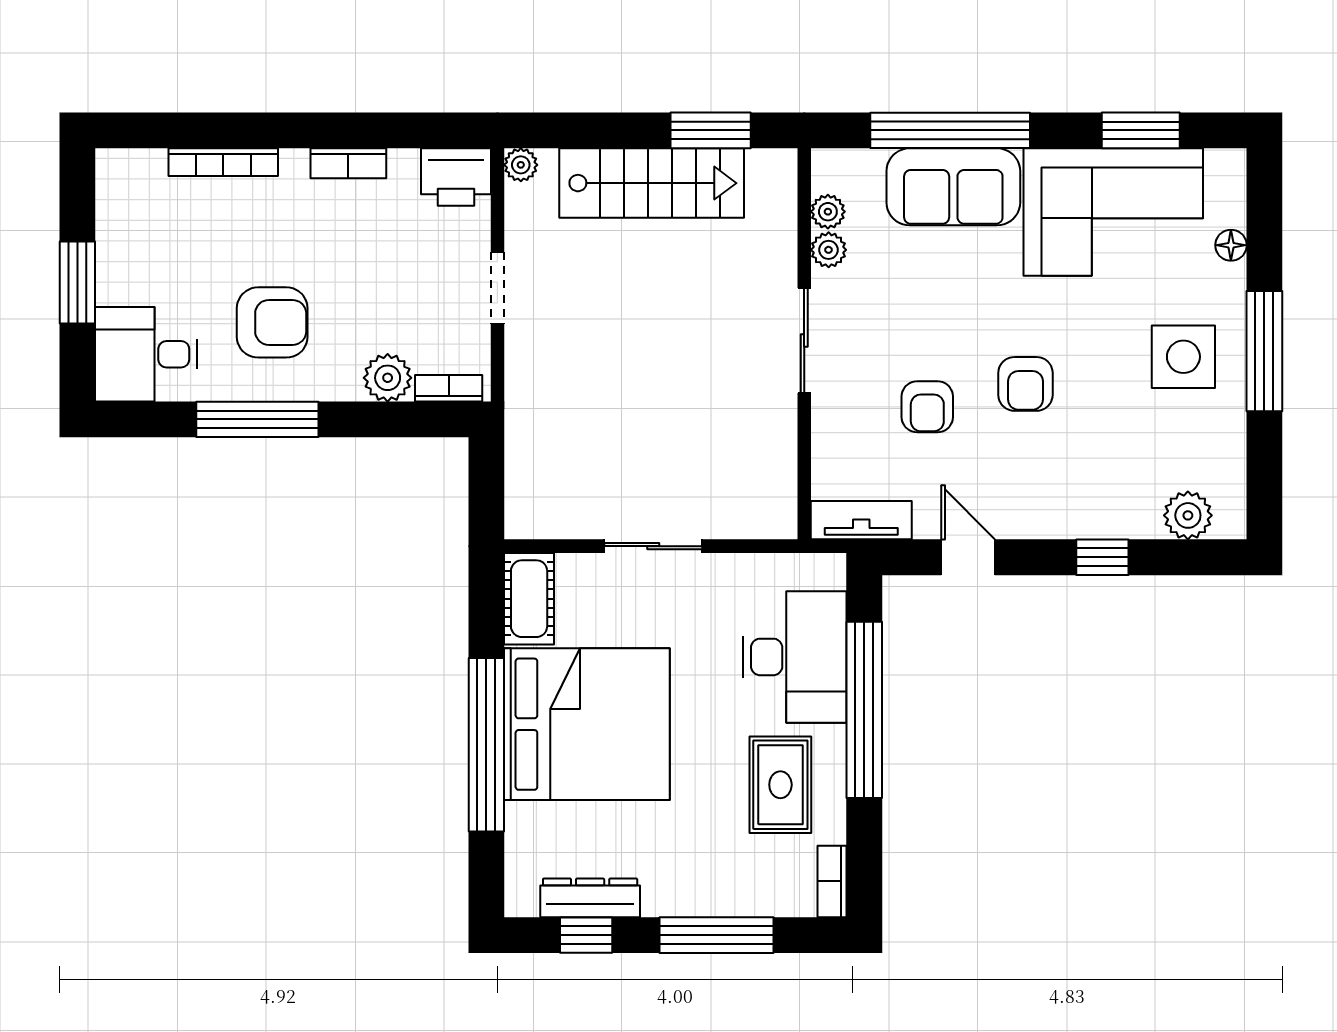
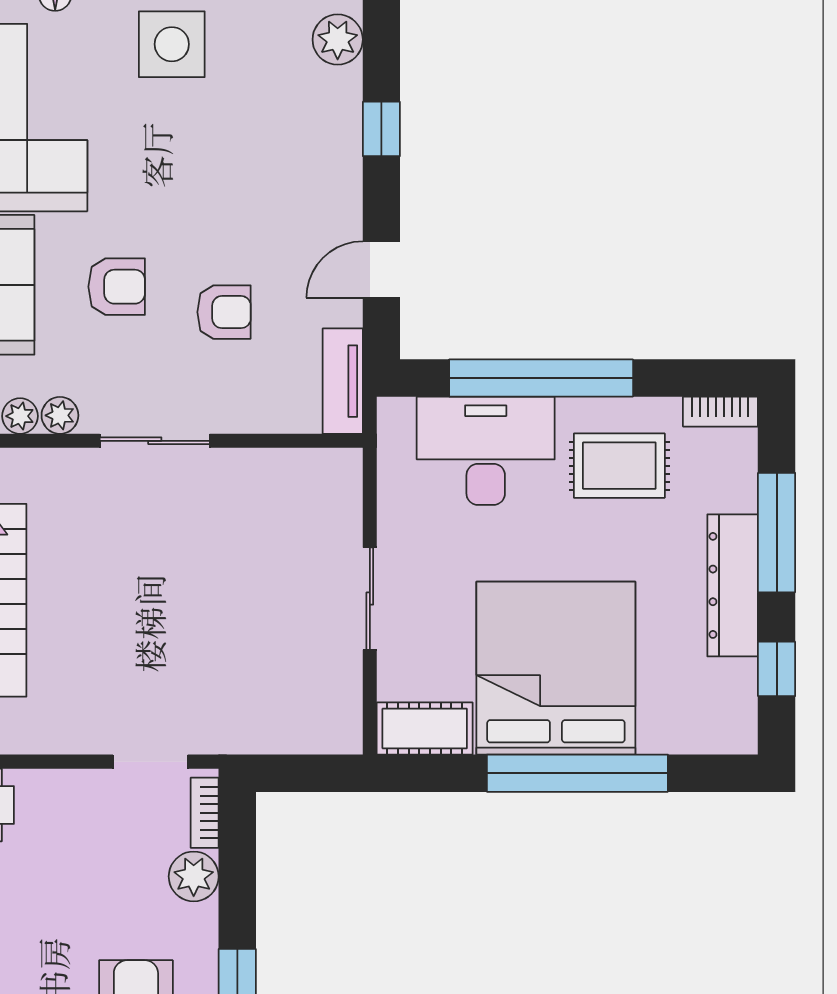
doorway: (497, 288) -> (150, 762), moved
armchair: (1025, 384) -> (117, 287), moved
dresser: (590, 898) -> (733, 585), moved, width x1.37, depth x1.24

